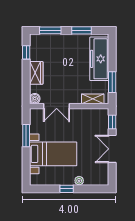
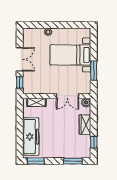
window: (81, 30) -> (36, 161), moved
window: (112, 82) -> (20, 117), removed
double door: (57, 106) -> (67, 96), swing flipped
window: (67, 189) -> (59, 25), removed

